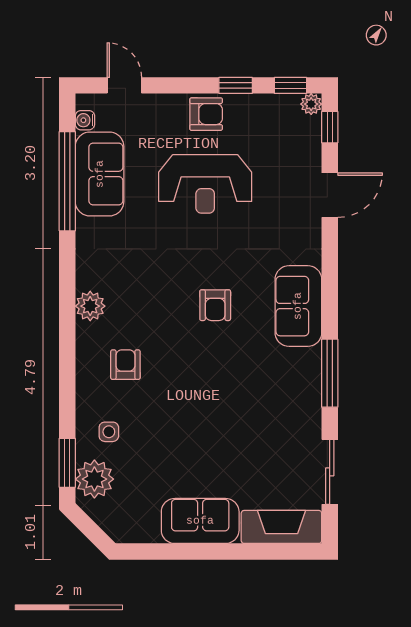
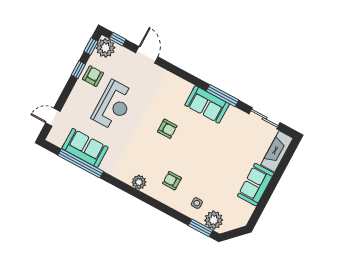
plant: (311, 104) -> (105, 48), width x1.88, depth x1.88
armchair: (206, 114) -> (93, 76), moved
water cooler: (85, 120) -> (59, 142), removed
sofa: (298, 306) -> (207, 104), moved

